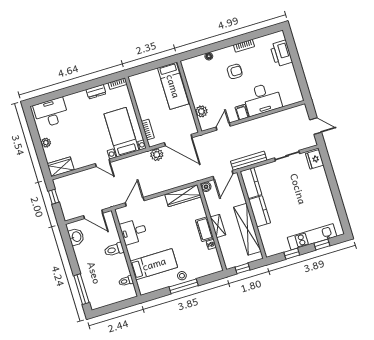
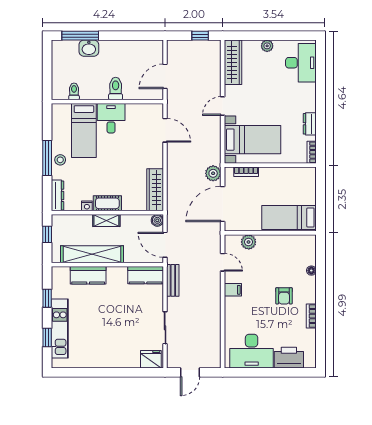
desk: (262, 99) -> (252, 351), moved, turned -90
bench: (249, 161) -> (173, 280), width x0.73
wardrobe: (61, 167) -> (233, 62), width x1.50
kitchen counter: (260, 211) -> (88, 275), moved
desk: (134, 232) -> (111, 118), moved
washbasin: (76, 237) -> (89, 48), moved
dresser: (210, 270) -> (57, 195), added

